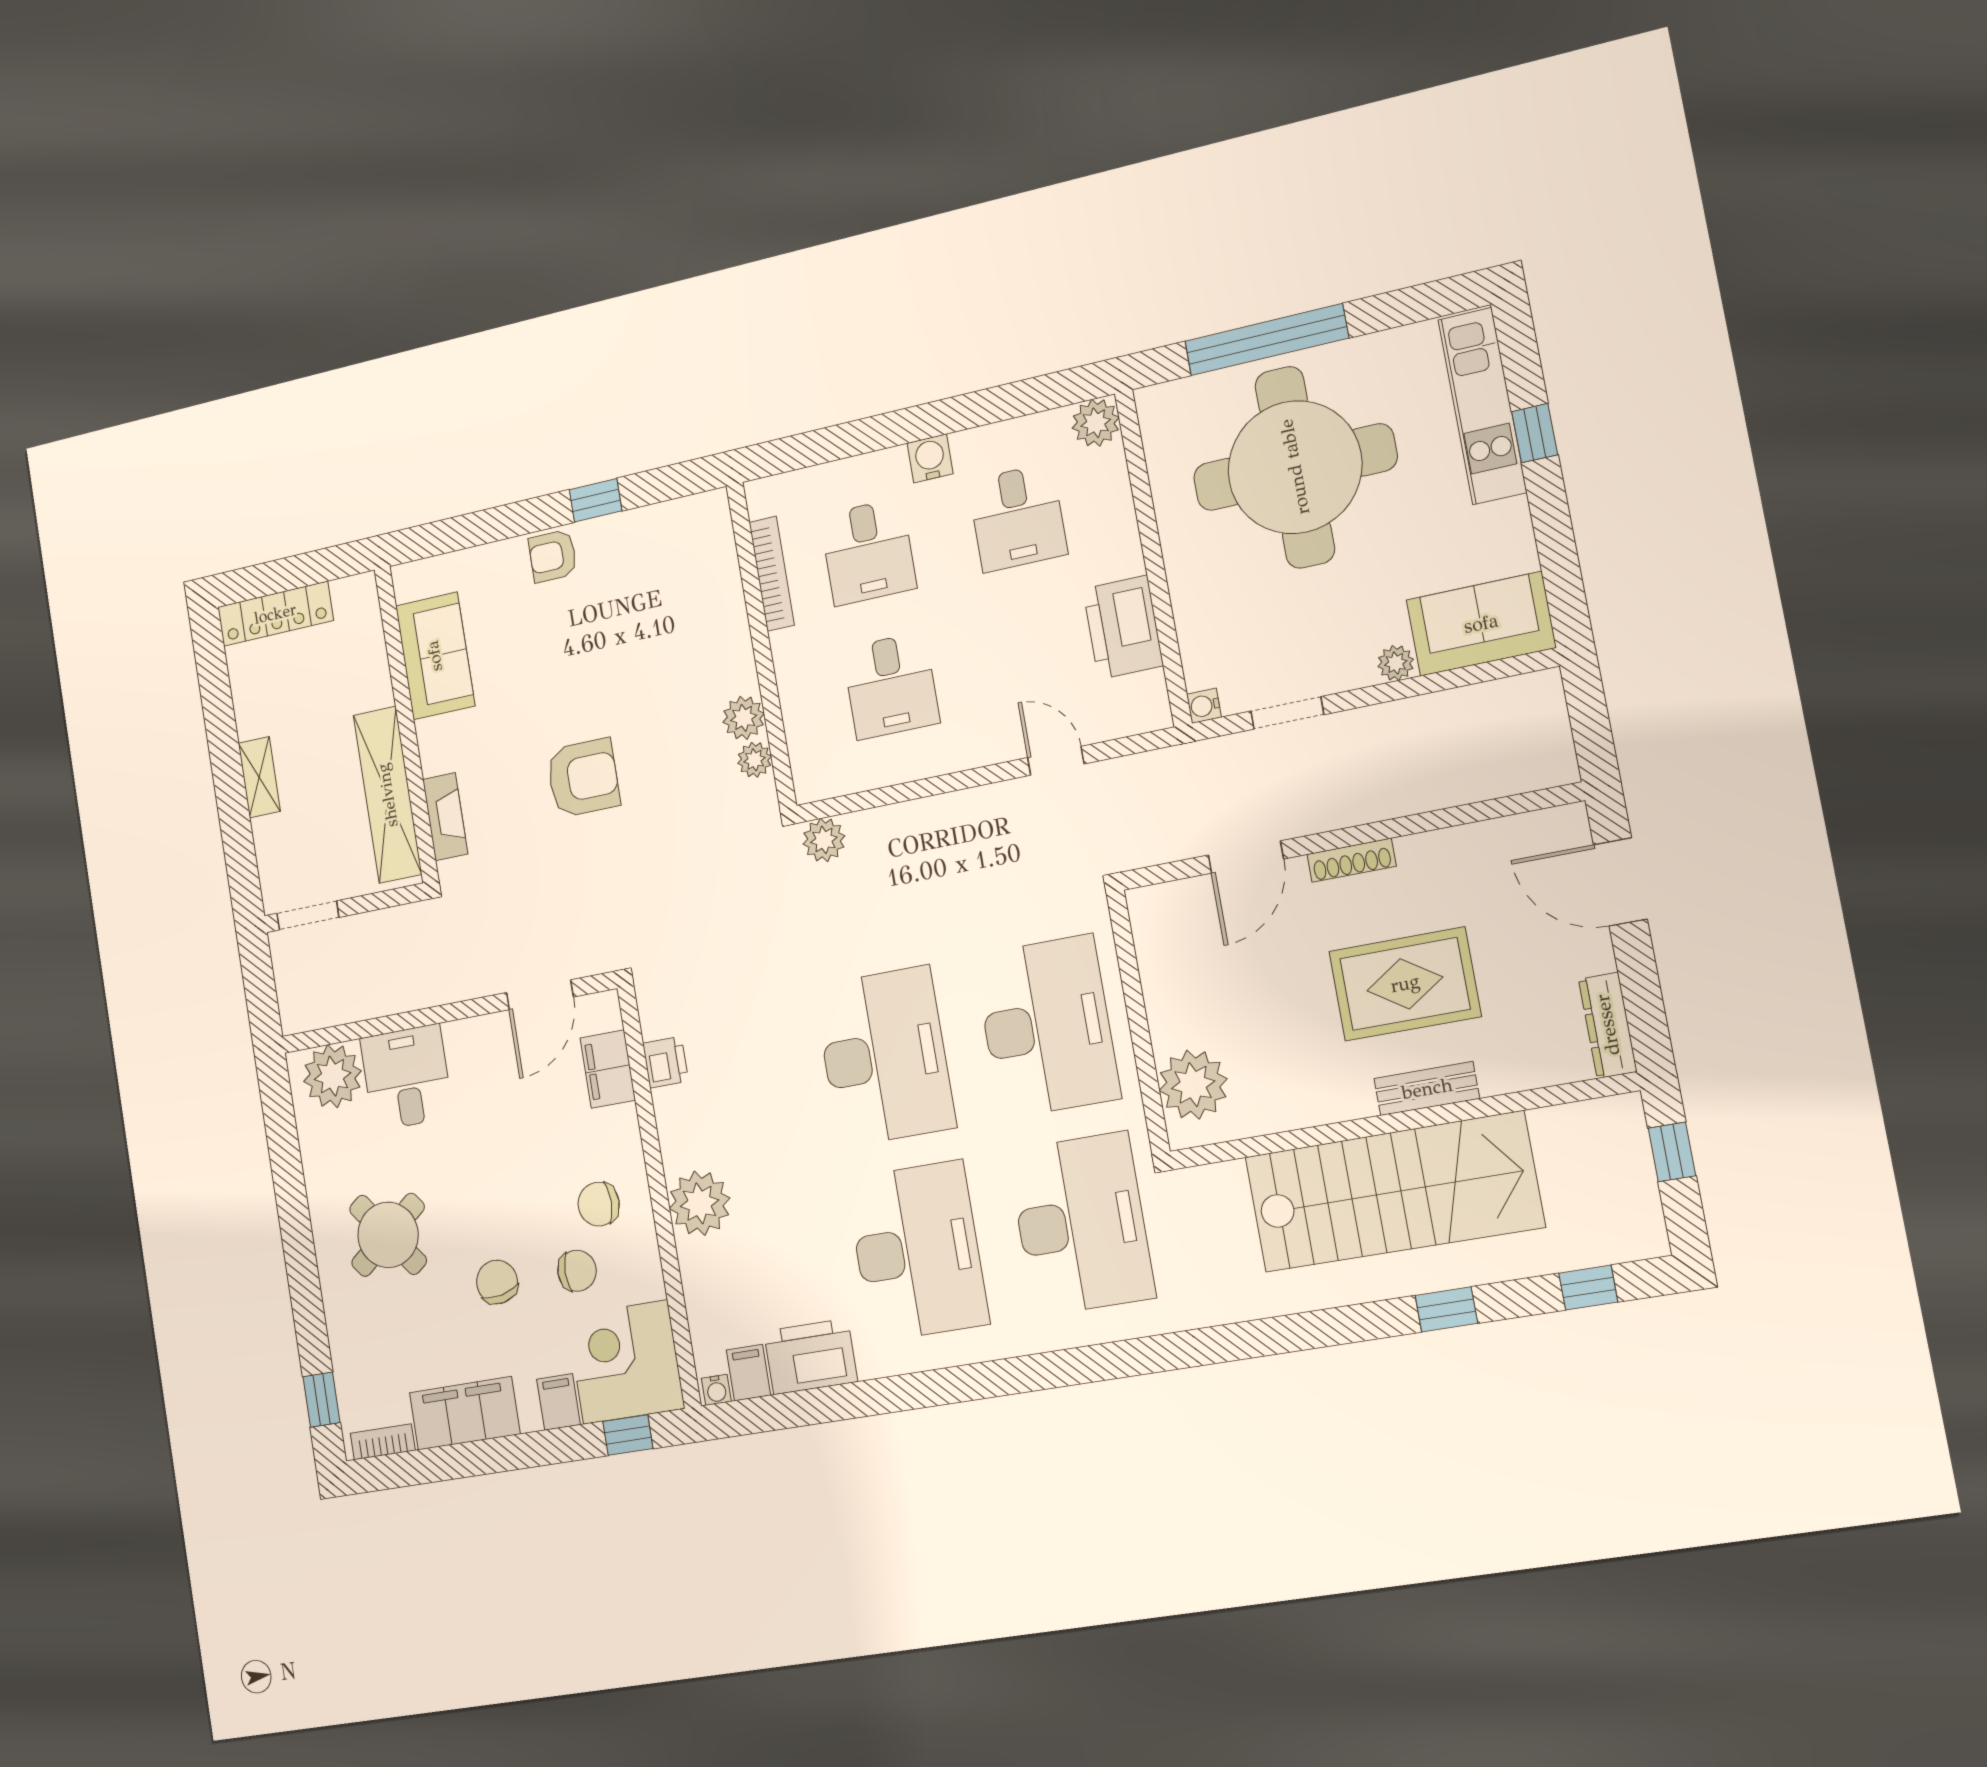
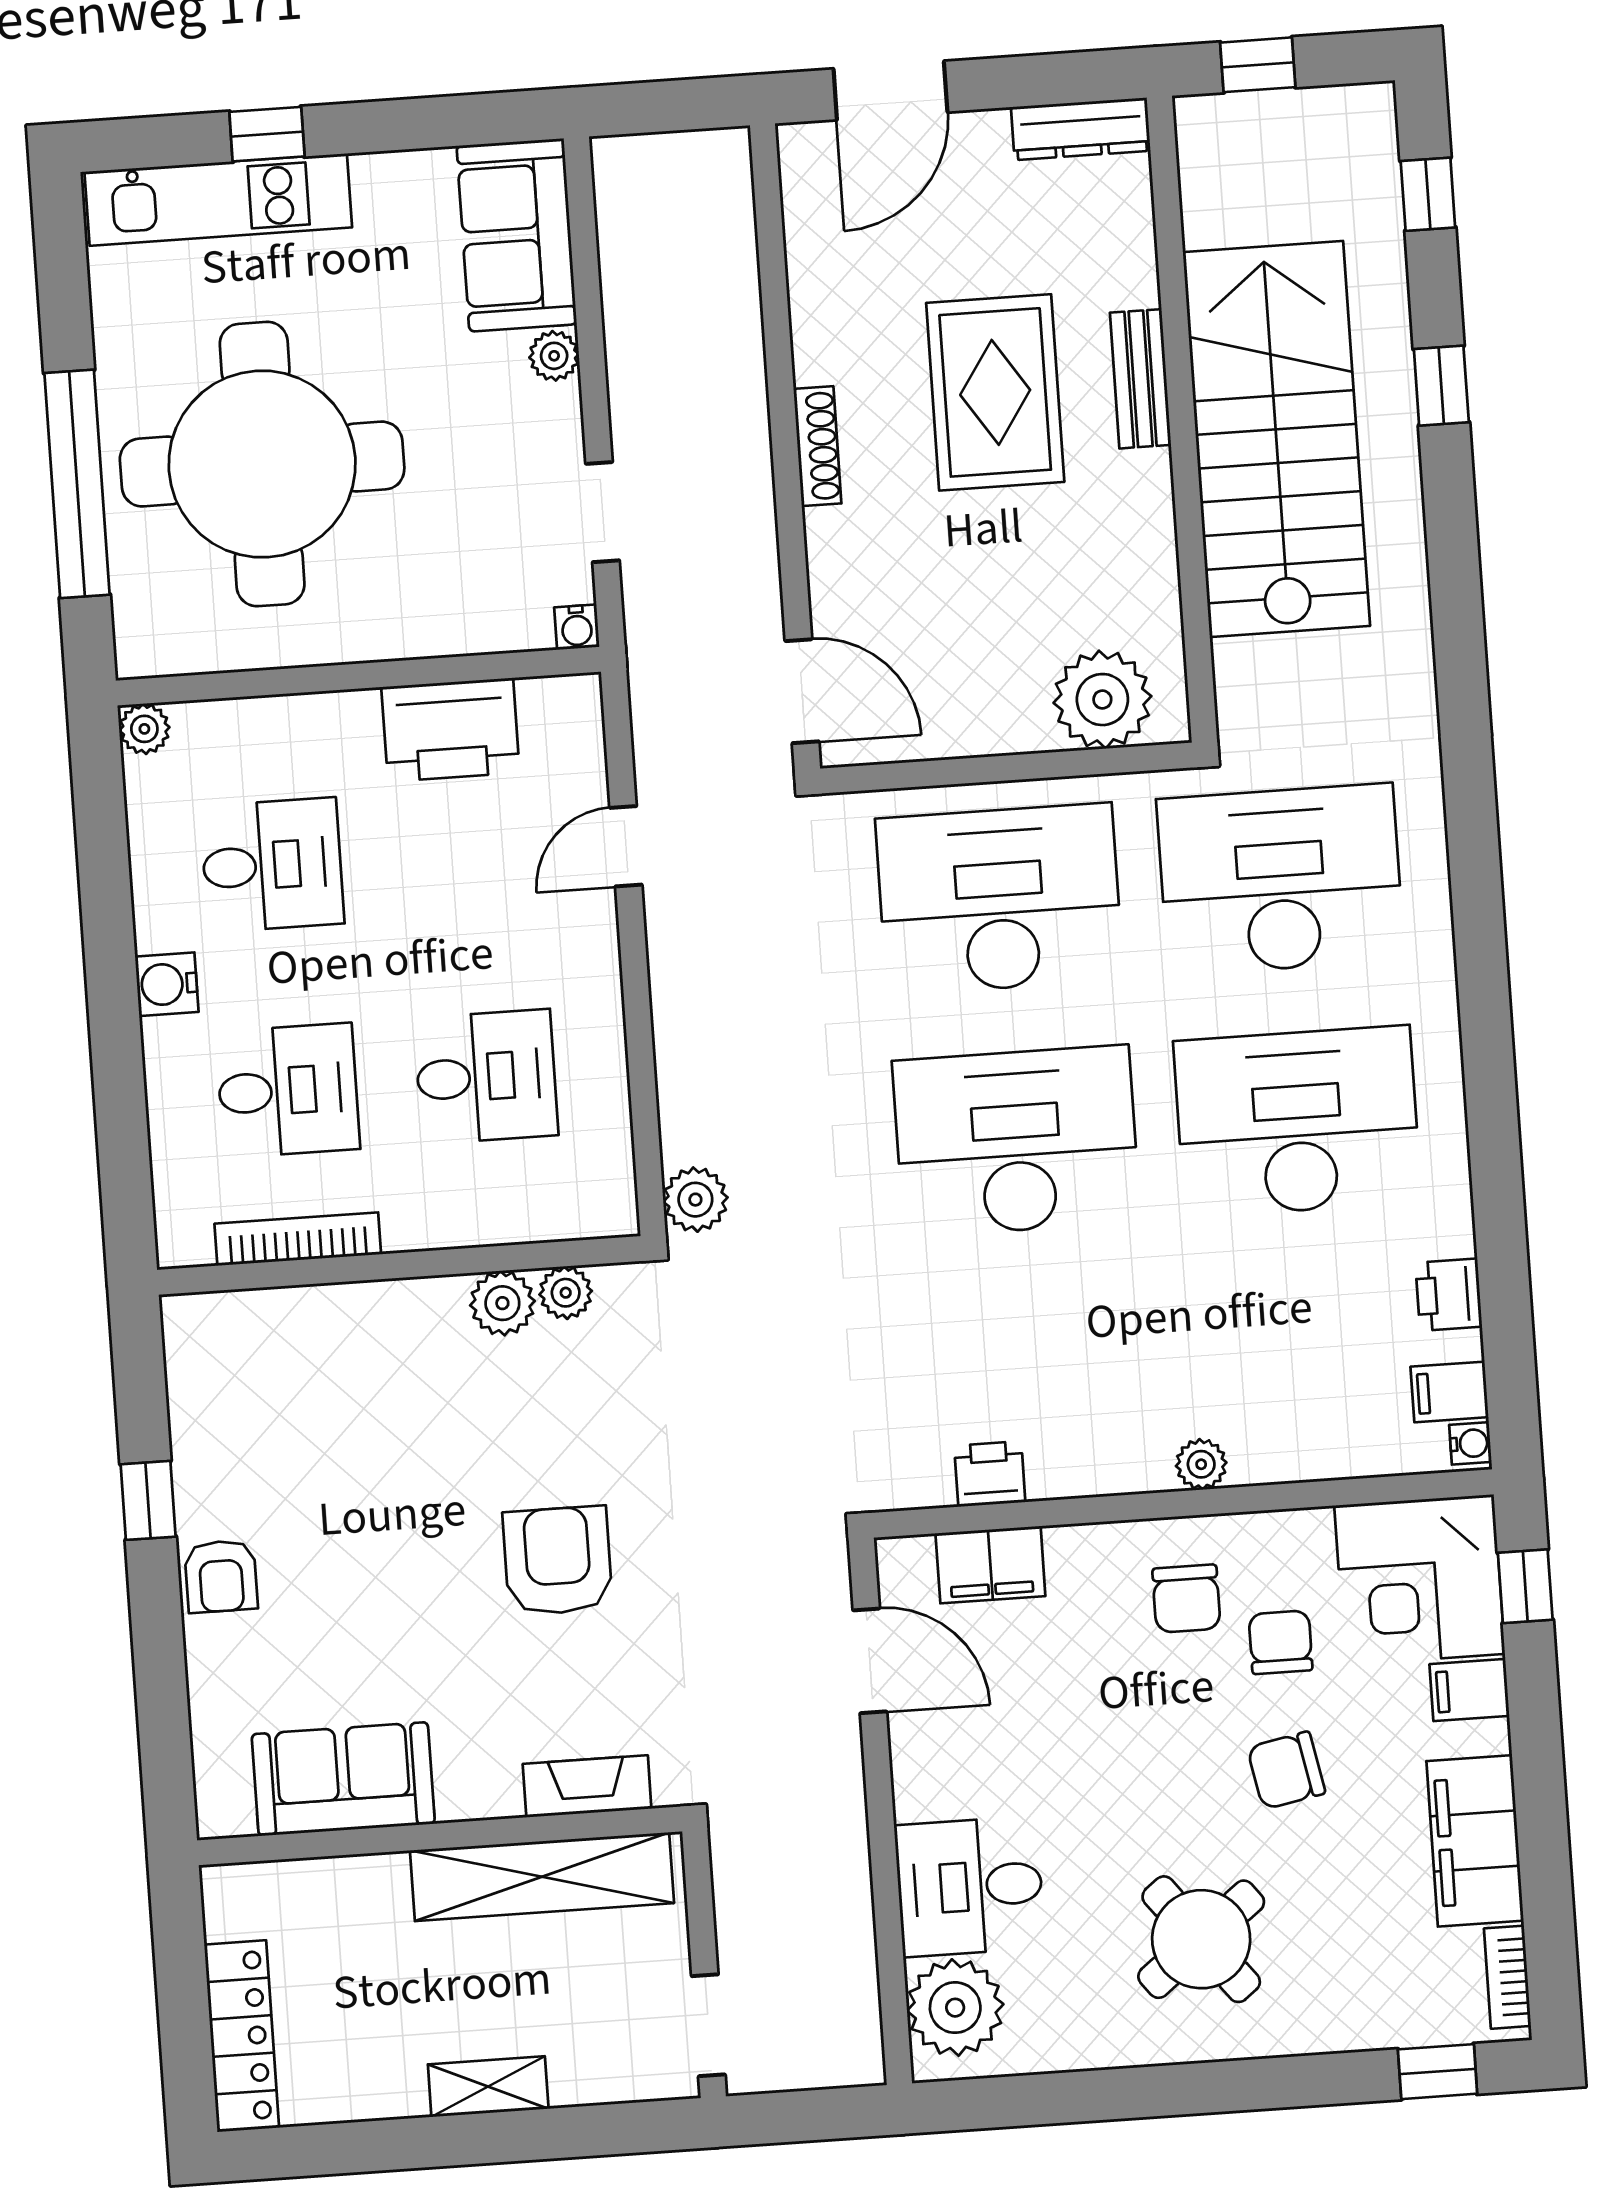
plant: (1096, 423) -> (144, 729), width x0.73, depth x0.73
door: (1246, 857) -> (802, 691), moved
plant: (700, 1203) -> (1201, 1464), width x0.53, depth x0.53
printer: (811, 1357) -> (1449, 1295), width x0.53, depth x0.68

